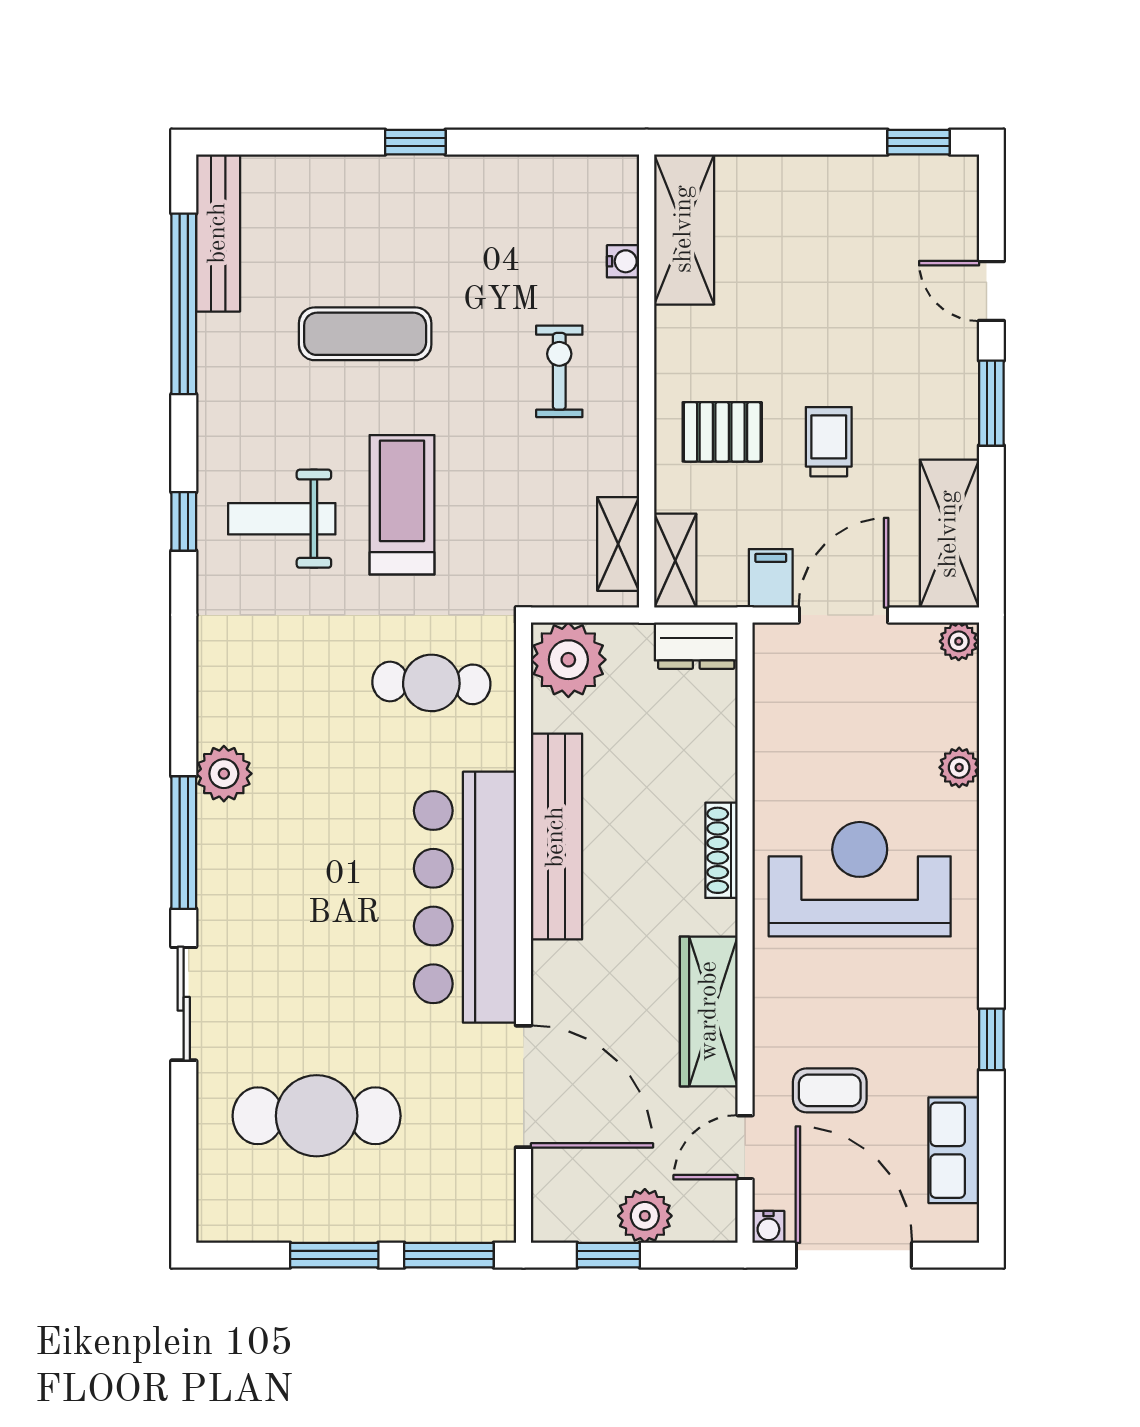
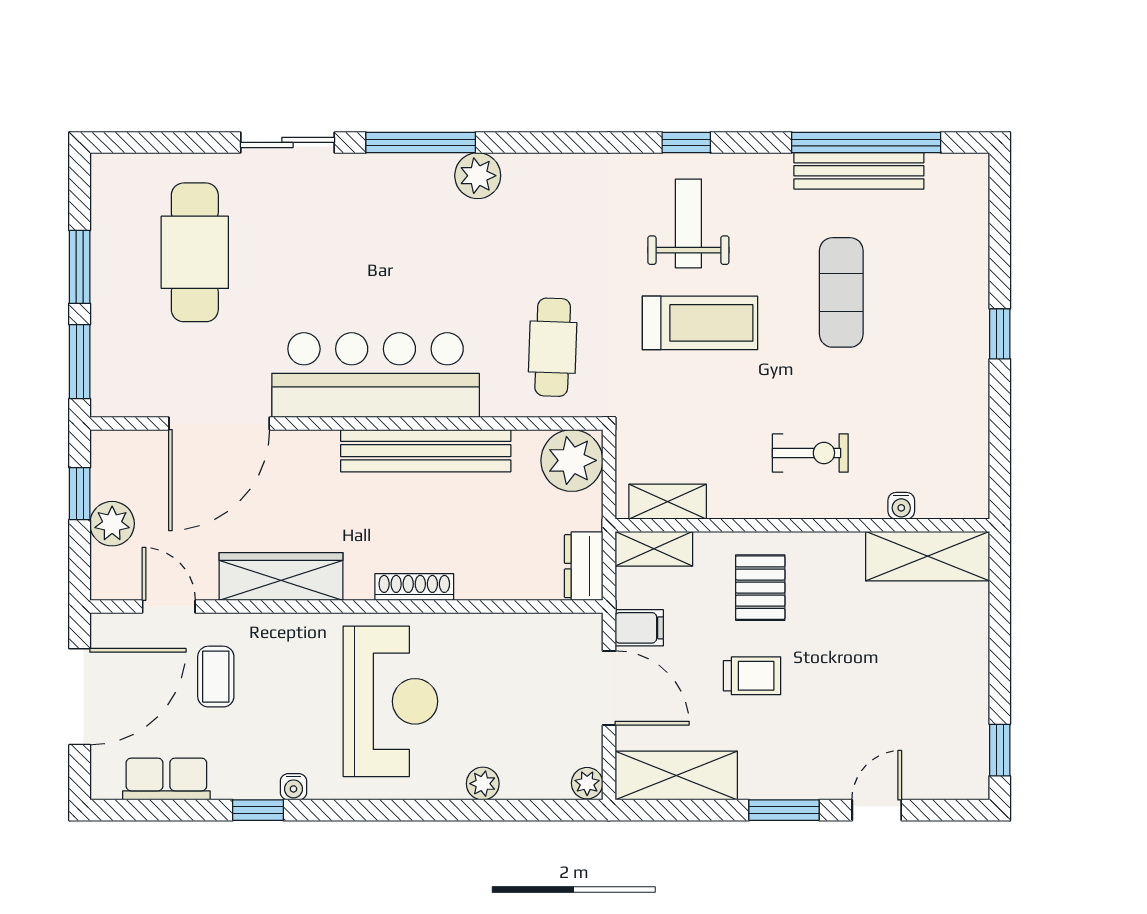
bench: (218, 233) -> (859, 171), moved
water cooler: (768, 1227) -> (293, 787), moved, turned -90

